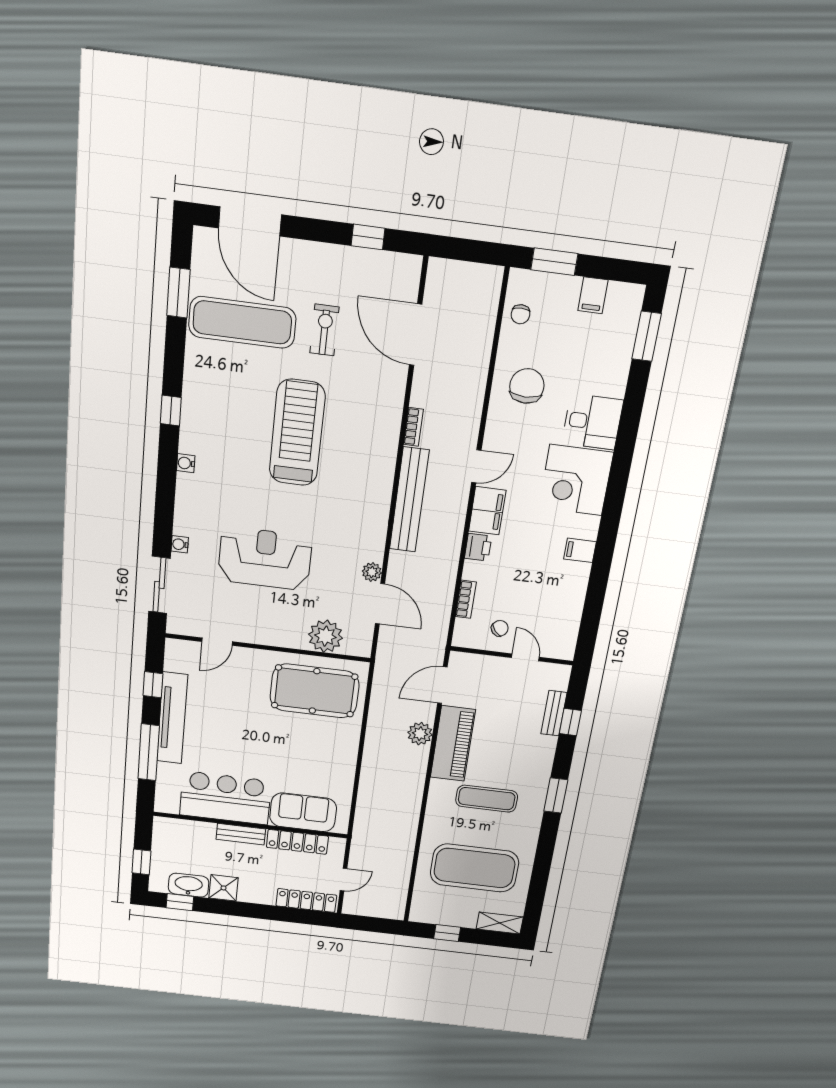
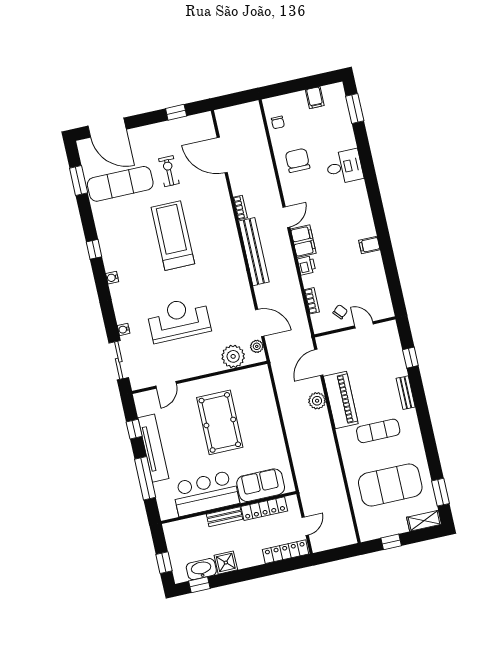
window: (554, 262) -> (285, 88), removed
corner desk: (576, 480) -> (349, 204), removed
plant: (372, 572) -> (257, 346), moved
pool table: (315, 691) -> (220, 422), moved, turned 90
bench: (554, 713) -> (406, 393), moved
window: (556, 795) -> (441, 492), moved

